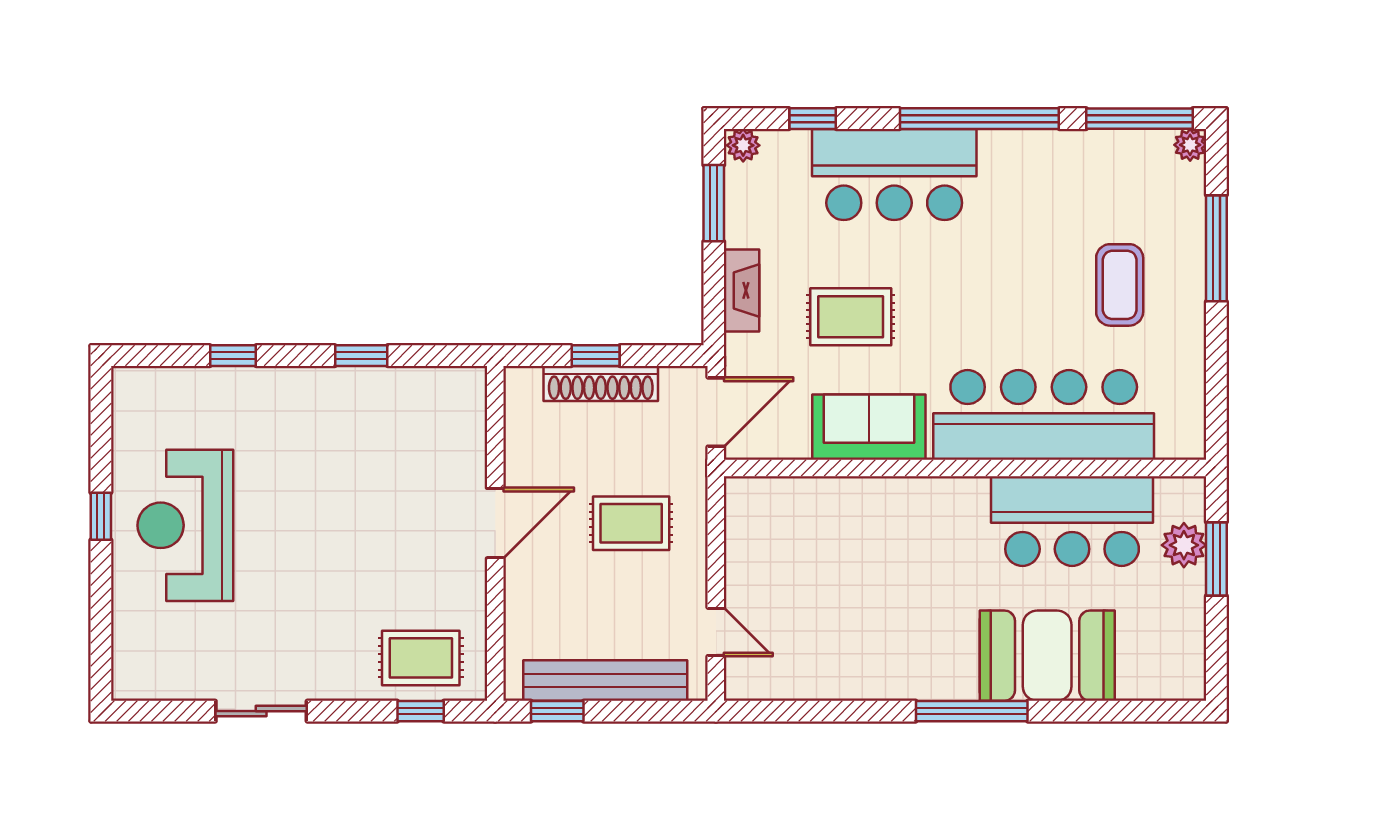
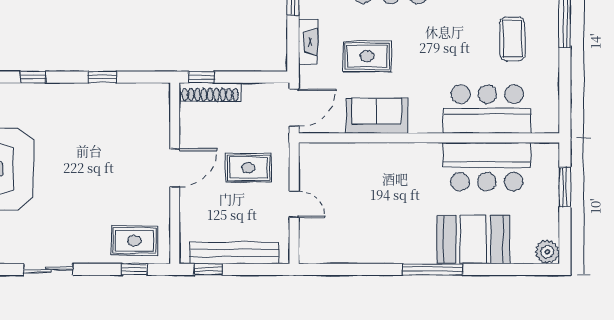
window: (596, 356) -> (201, 77), moved
shoe rack: (601, 383) -> (210, 92), moved
bar counter: (1044, 415) -> (487, 109), width x0.73
plant: (1184, 545) -> (547, 252), moved
door: (716, 632) -> (294, 204), moved

